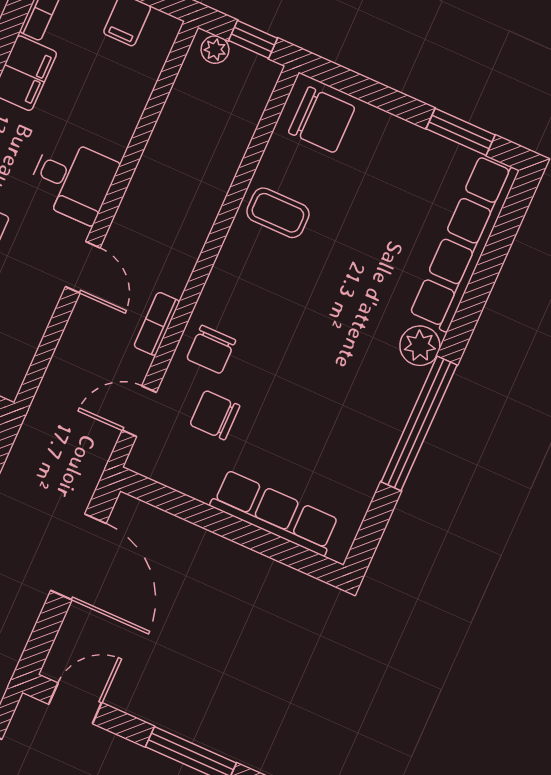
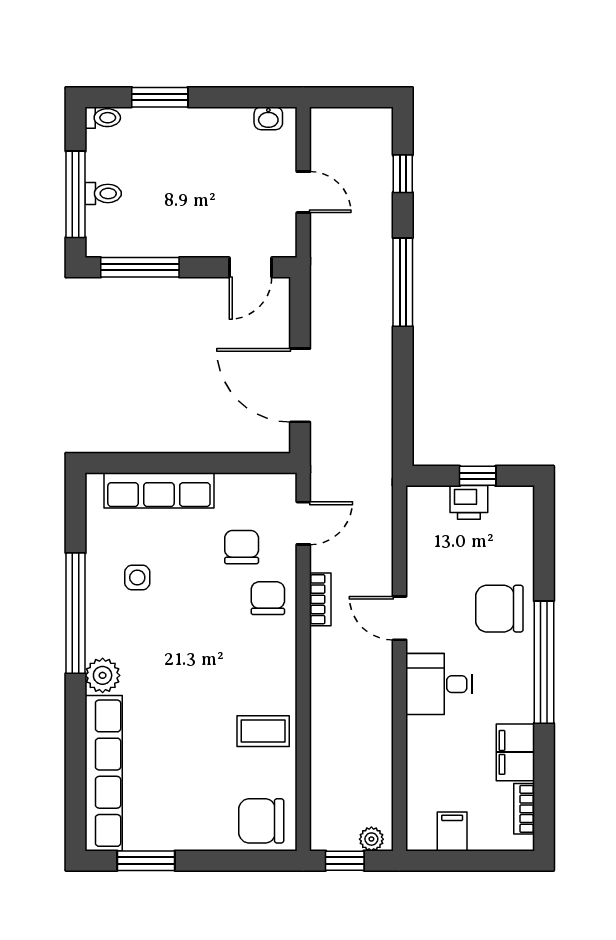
chair: (215, 415) -> (242, 547), turned -90
side table: (338, 432) -> (137, 578), added

